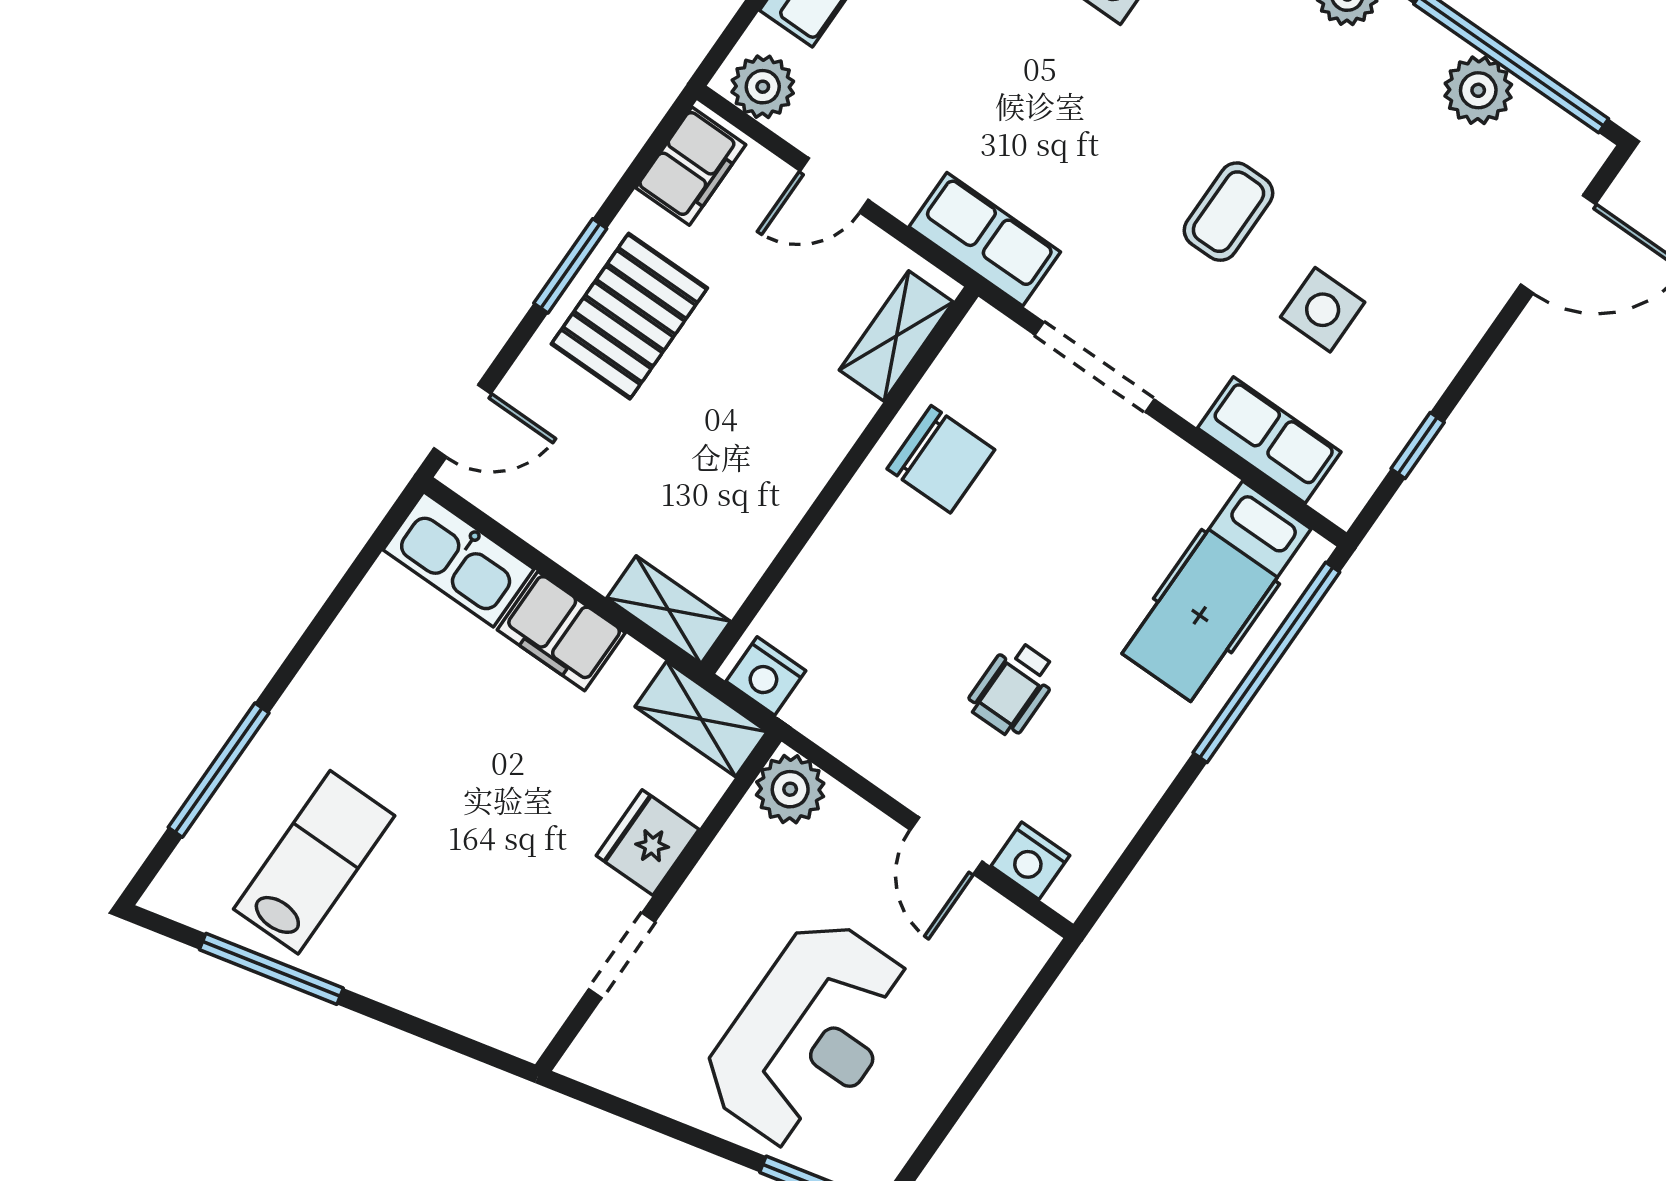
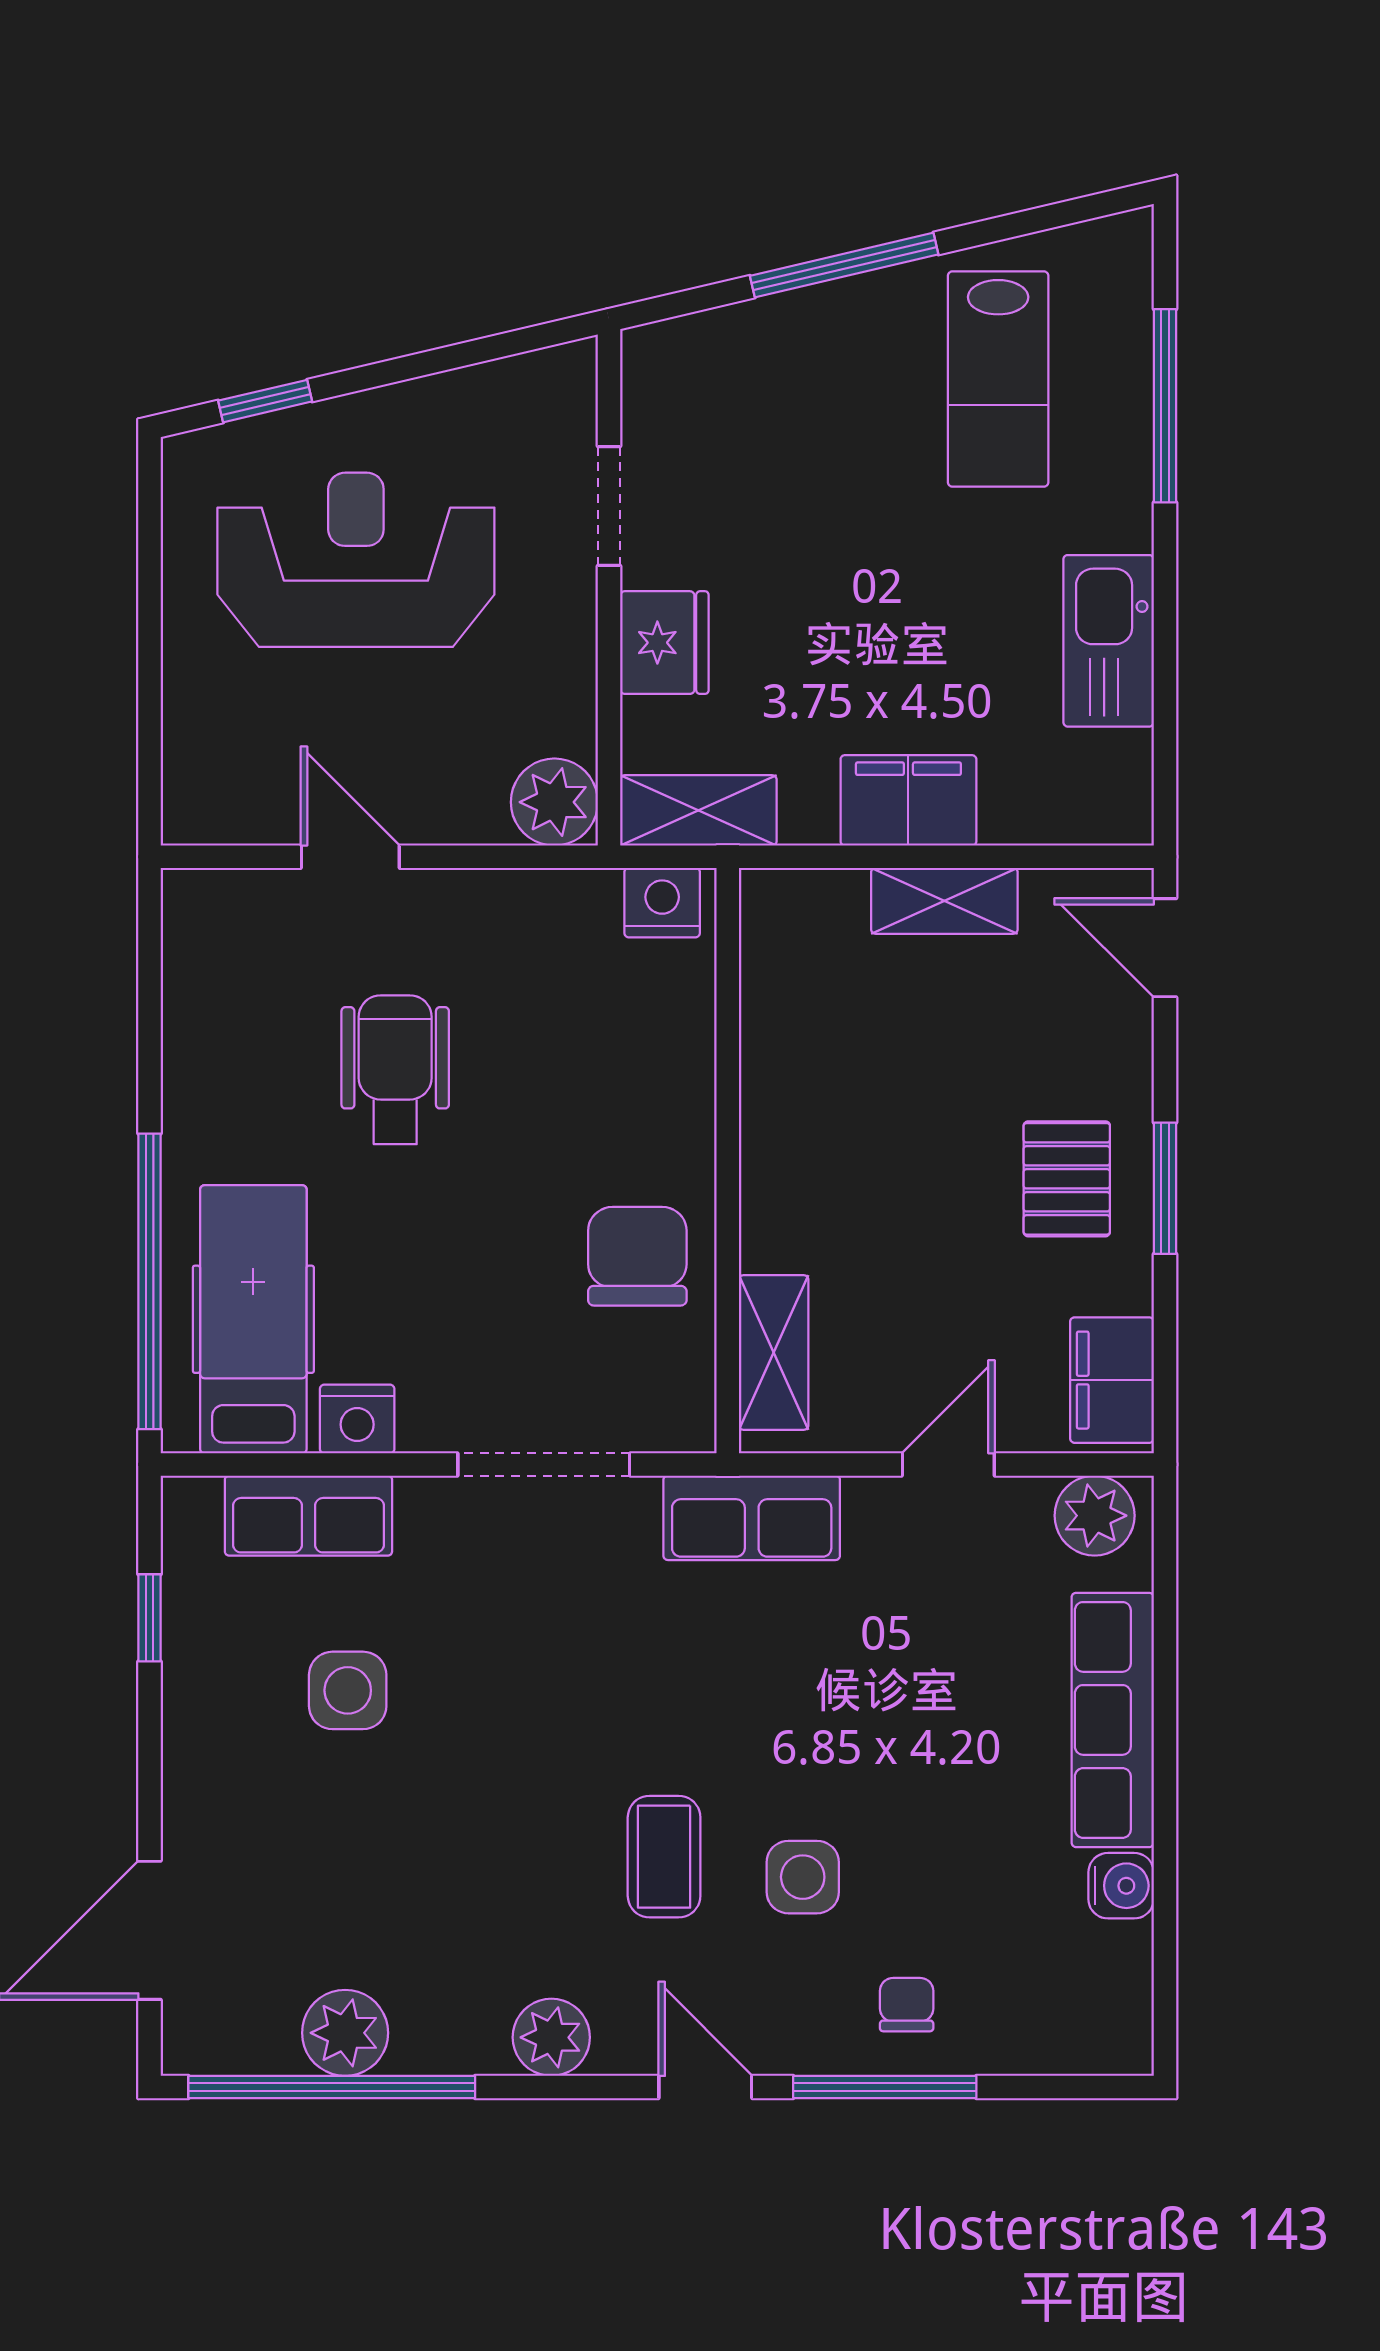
coffee table: (1228, 212) -> (664, 1857), moved
pallet: (629, 316) -> (1067, 1179), width x0.67, depth x0.71
door: (462, 421) -> (1165, 948), hinge flipped
chair: (941, 459) -> (637, 1256), turned 90
kitchen sink: (458, 559) -> (1109, 641), moved, turned -90
shelving: (669, 610) -> (944, 901), moved
wheelchair: (1013, 688) -> (395, 1070), width x1.36, depth x1.37
nightstand: (1030, 861) -> (357, 1419), moved, turned 180
window: (271, 969) -> (844, 265), moved
reception desk: (809, 1034) -> (356, 560), turned 90

